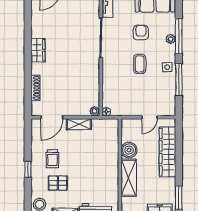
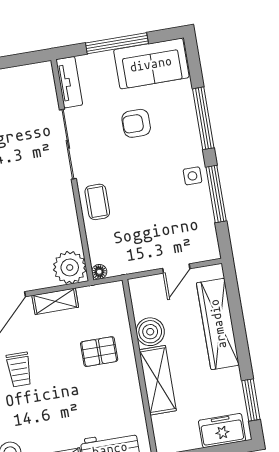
armchair: (141, 33) -> (136, 123), turned -90
plant: (171, 39) -> (190, 126), removed
coffee table: (140, 64) -> (97, 202), moved
plant: (95, 111) -> (70, 267), width x1.87, depth x1.87
pallet: (58, 183) -> (99, 352), moved

